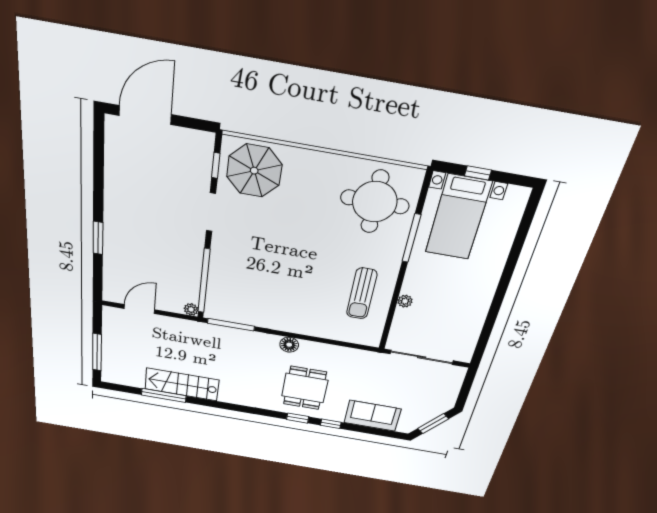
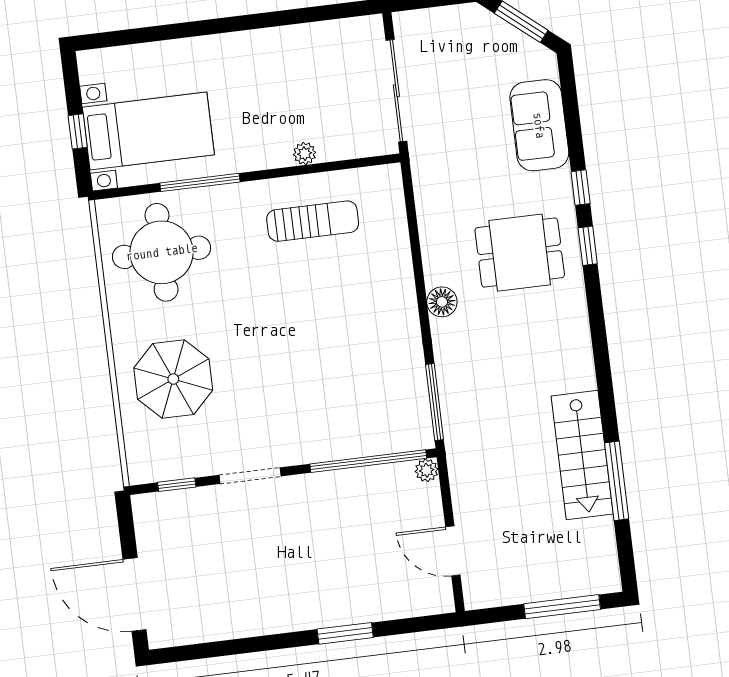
parasol: (254, 171) -> (173, 379), moved

